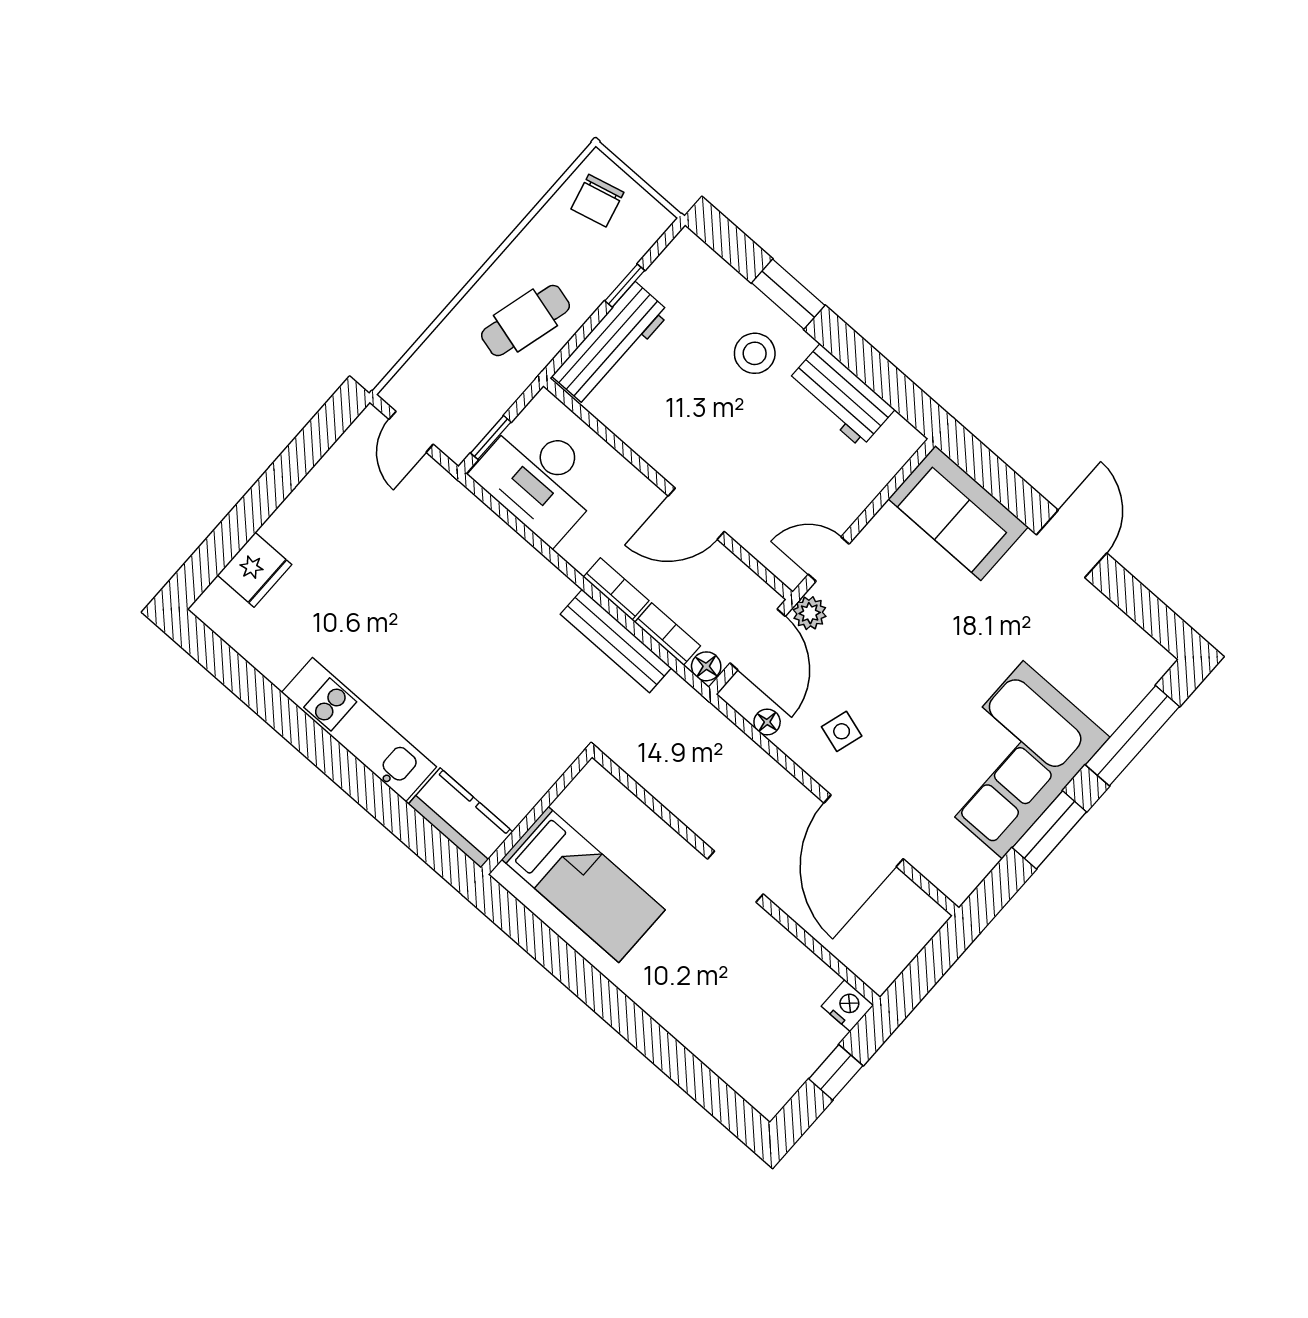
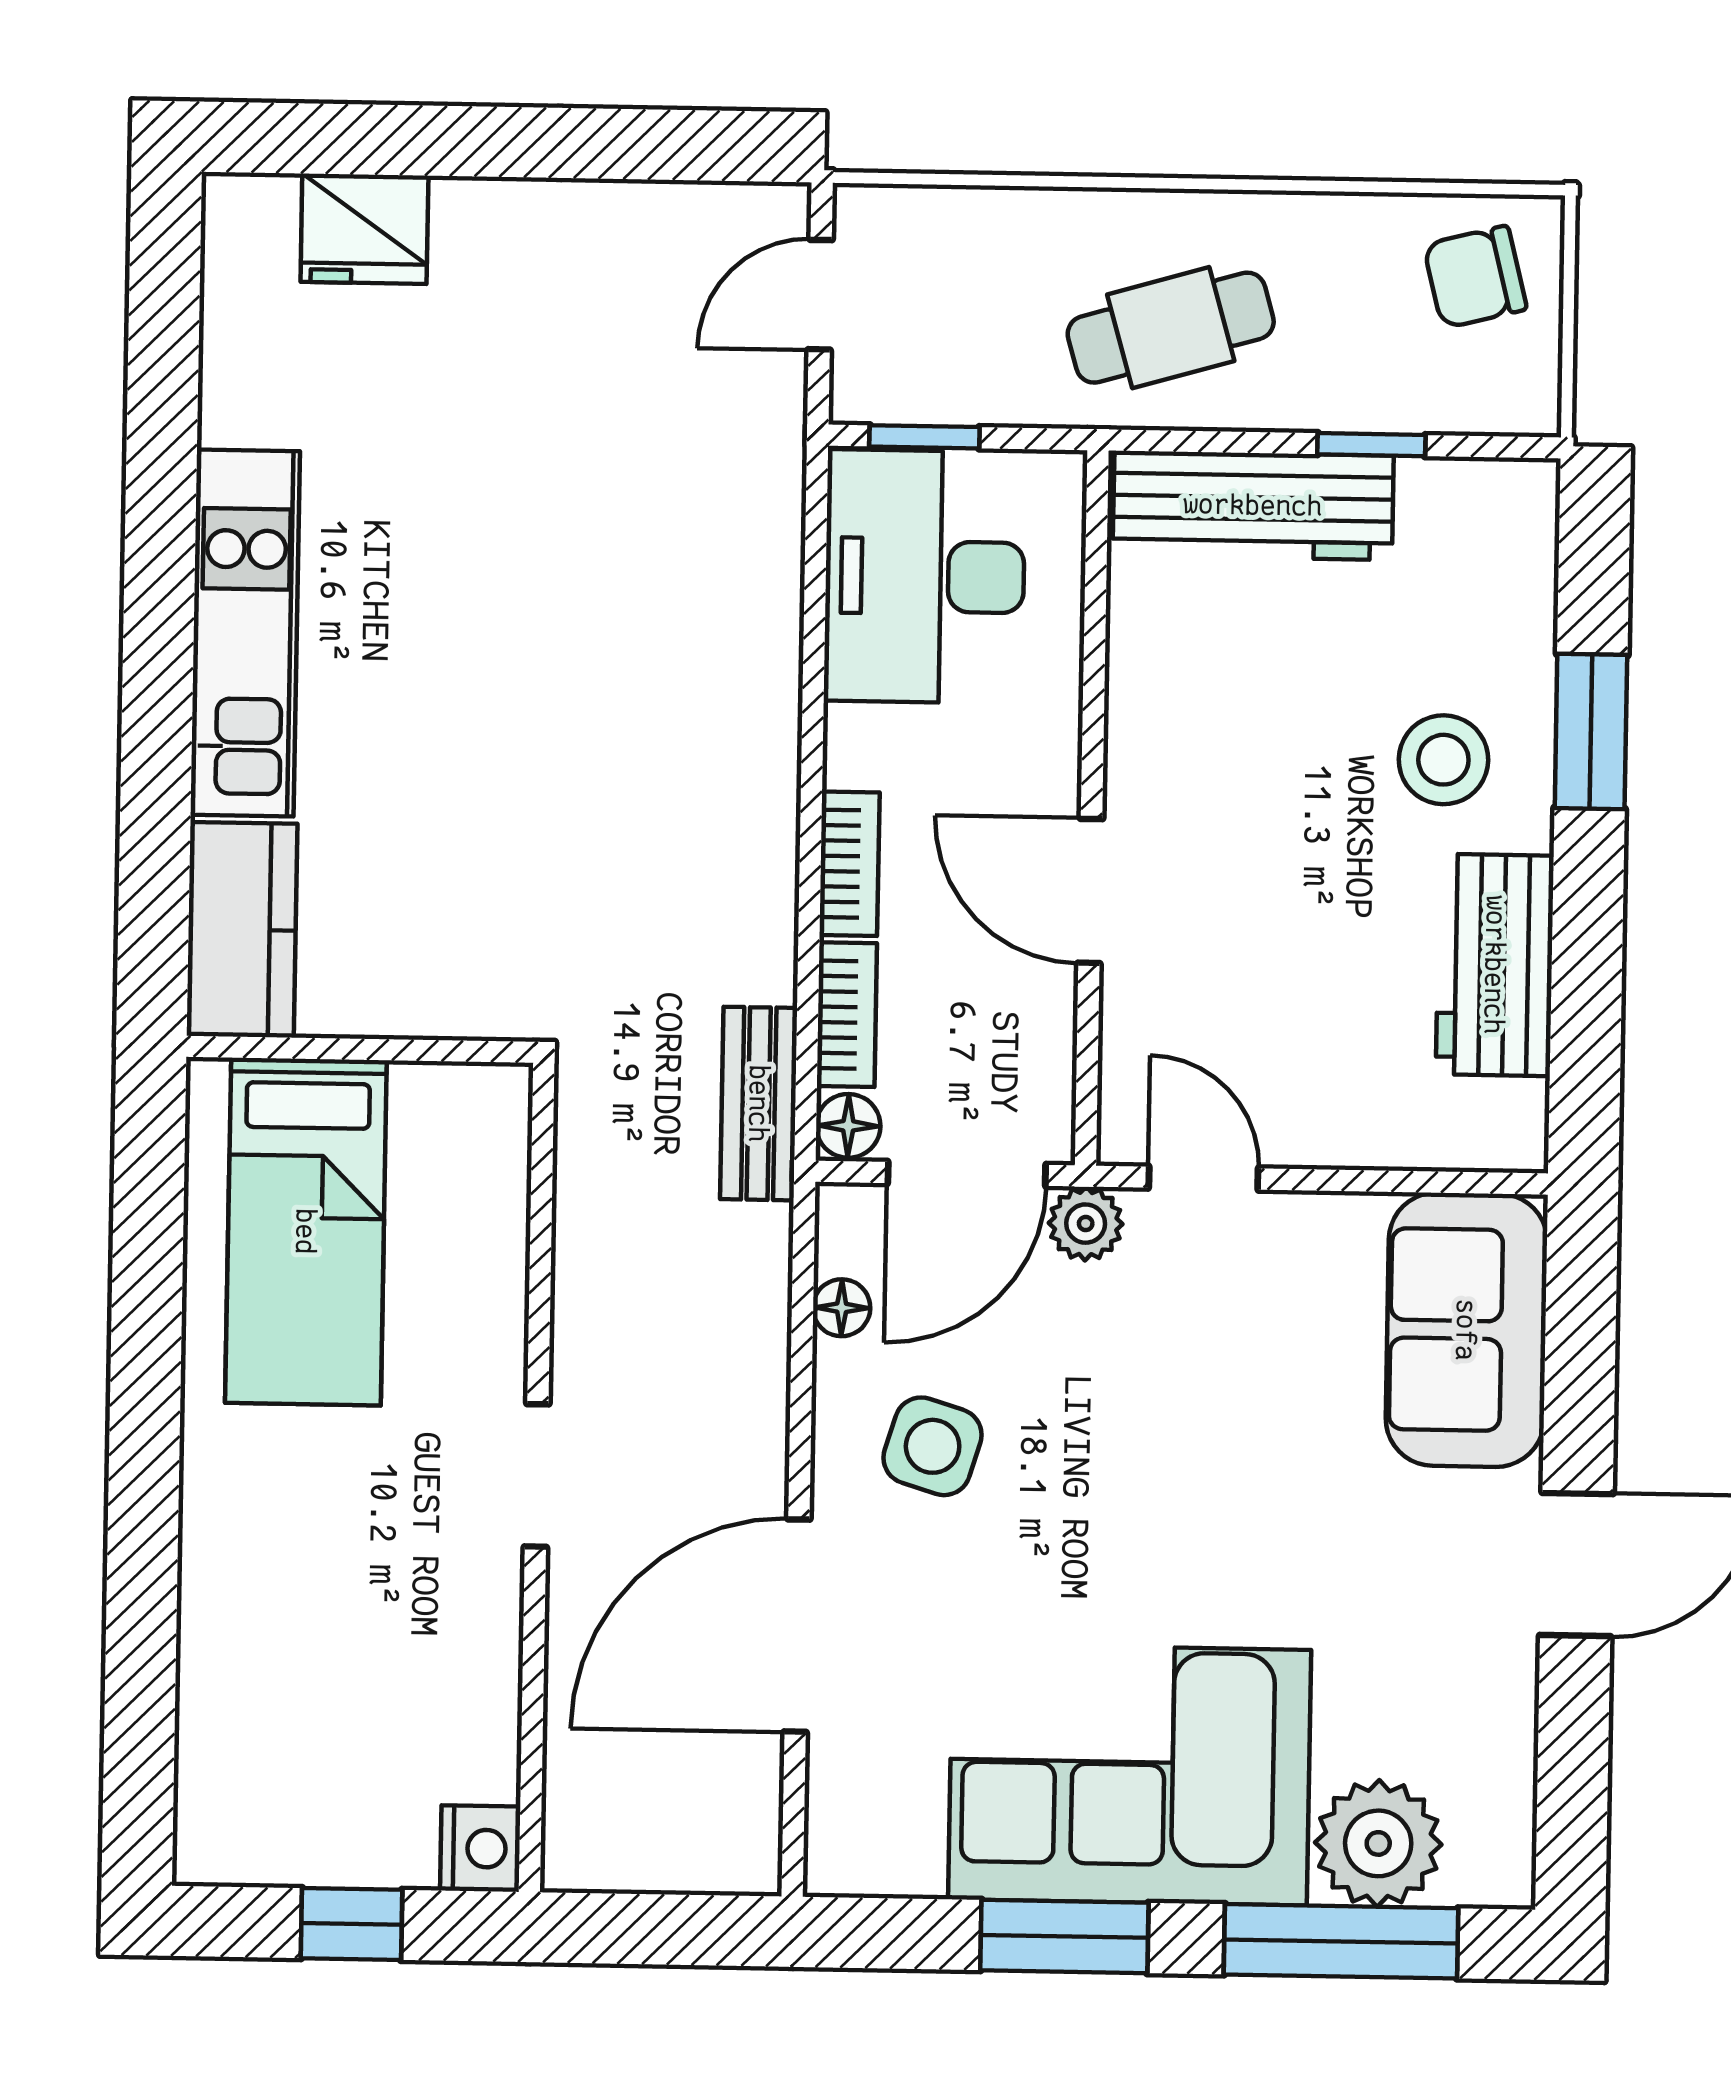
cafe table: (525, 321) -> (1171, 328), turned -31
bench: (616, 641) -> (759, 1104), moved, width x0.73
plant: (1110, 694) -> (1378, 1843), added
side table: (842, 731) -> (933, 1446), width x1.37, depth x1.37

